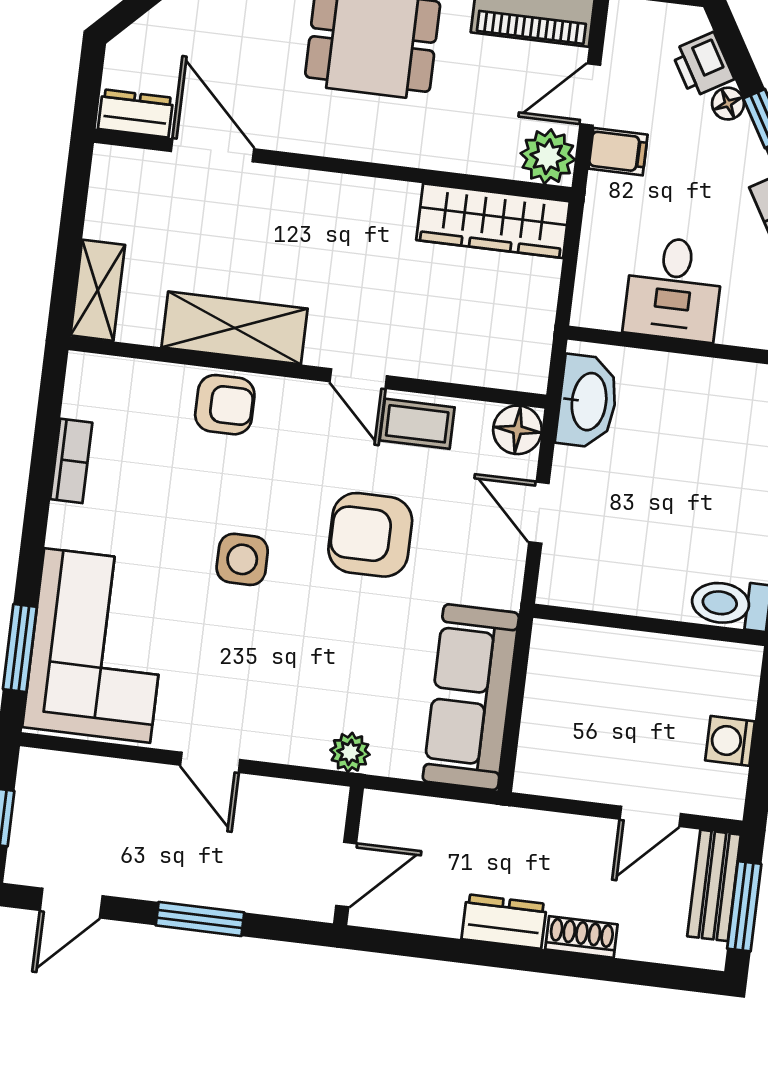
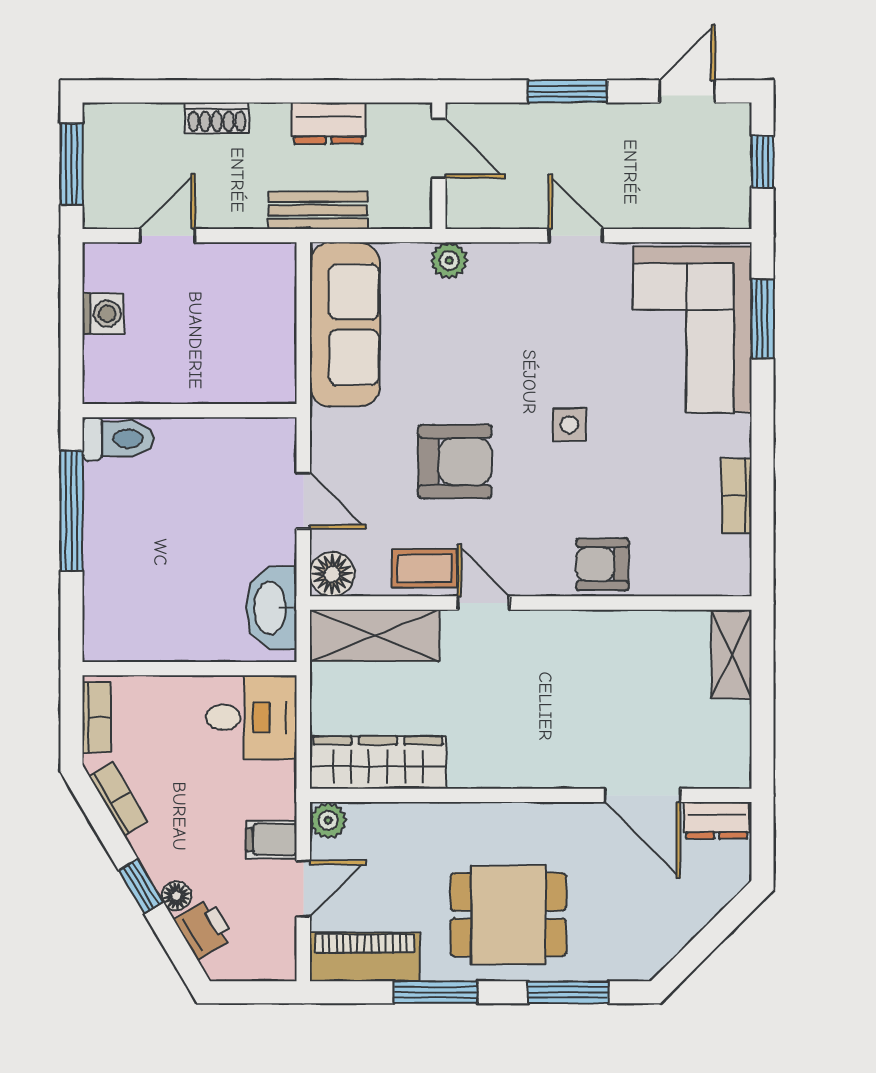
plant: (548, 157) -> (328, 820), width x0.73, depth x0.73
desk: (674, 289) -> (251, 717), moved, turned 90
shelving: (235, 328) -> (375, 635), moved
side table: (242, 559) -> (569, 425), width x0.73, depth x0.73
door: (346, 875) -> (439, 148), swing flipped
bench: (714, 885) -> (318, 210), moved, turned 90
dresser: (504, 922) -> (328, 123), moved

